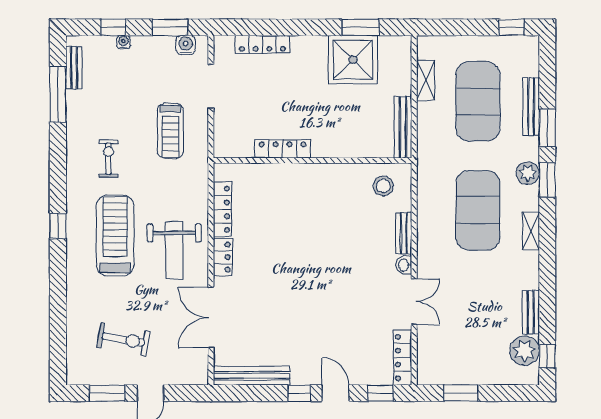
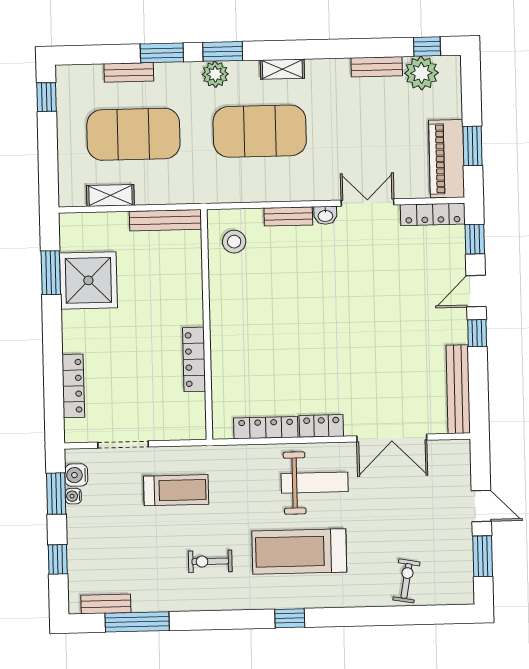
water cooler: (123, 42) -> (73, 496), moved
bench: (531, 106) -> (129, 72), width x0.73
exercise bike: (123, 339) -> (406, 581), moved, width x0.73, depth x0.72
piano: (450, 371) -> (447, 159), added

